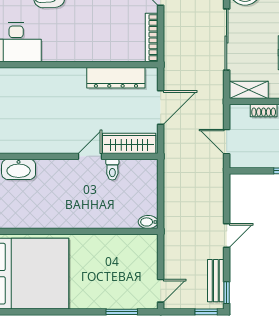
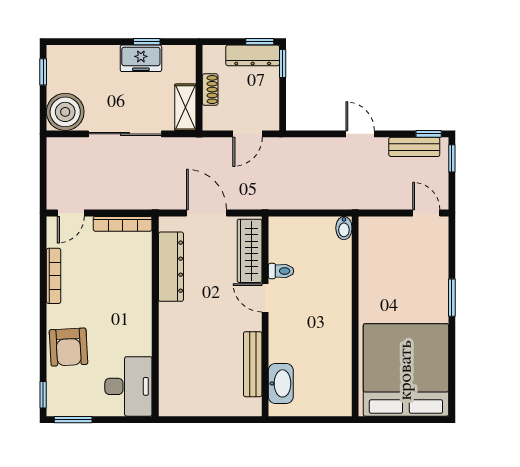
bench: (35, 146) -> (253, 364), added
window: (122, 312) -> (452, 298), moved

